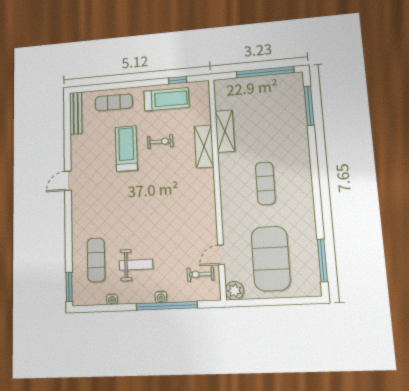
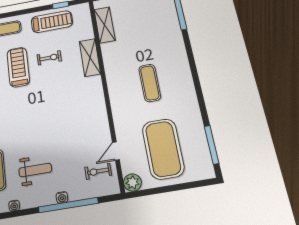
shelving: (225, 131) -> (105, 25), moved

